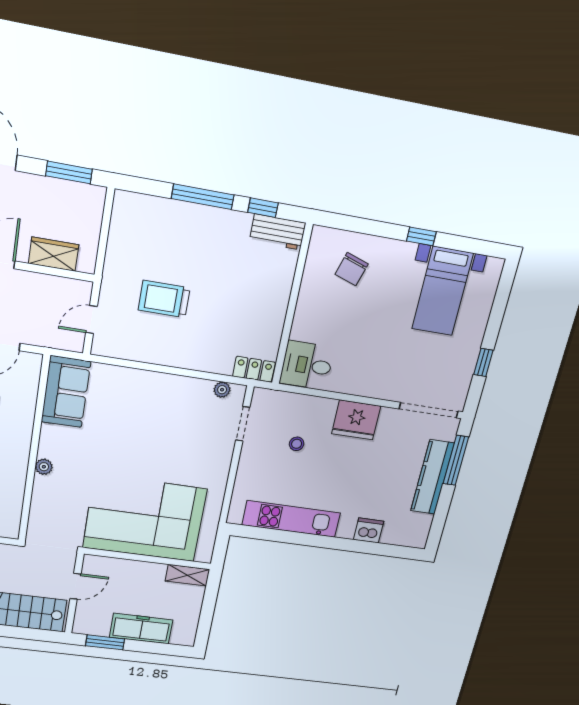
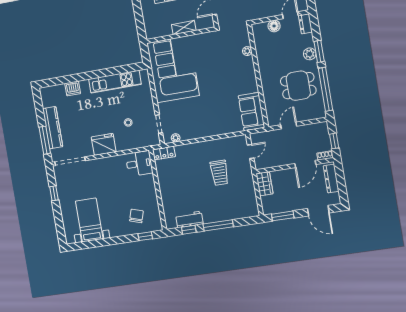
workbench: (278, 232) -> (189, 219), moved
window: (421, 236) -> (145, 236), moved
wardrobe: (54, 254) -> (265, 184), moved, turned -90
trolley: (164, 299) -> (219, 173), turned 90
plant: (44, 467) -> (247, 51), moved
corner sofa: (145, 518) -> (173, 69), moved, turned -90
shelving: (187, 575) -> (184, 28), moved

